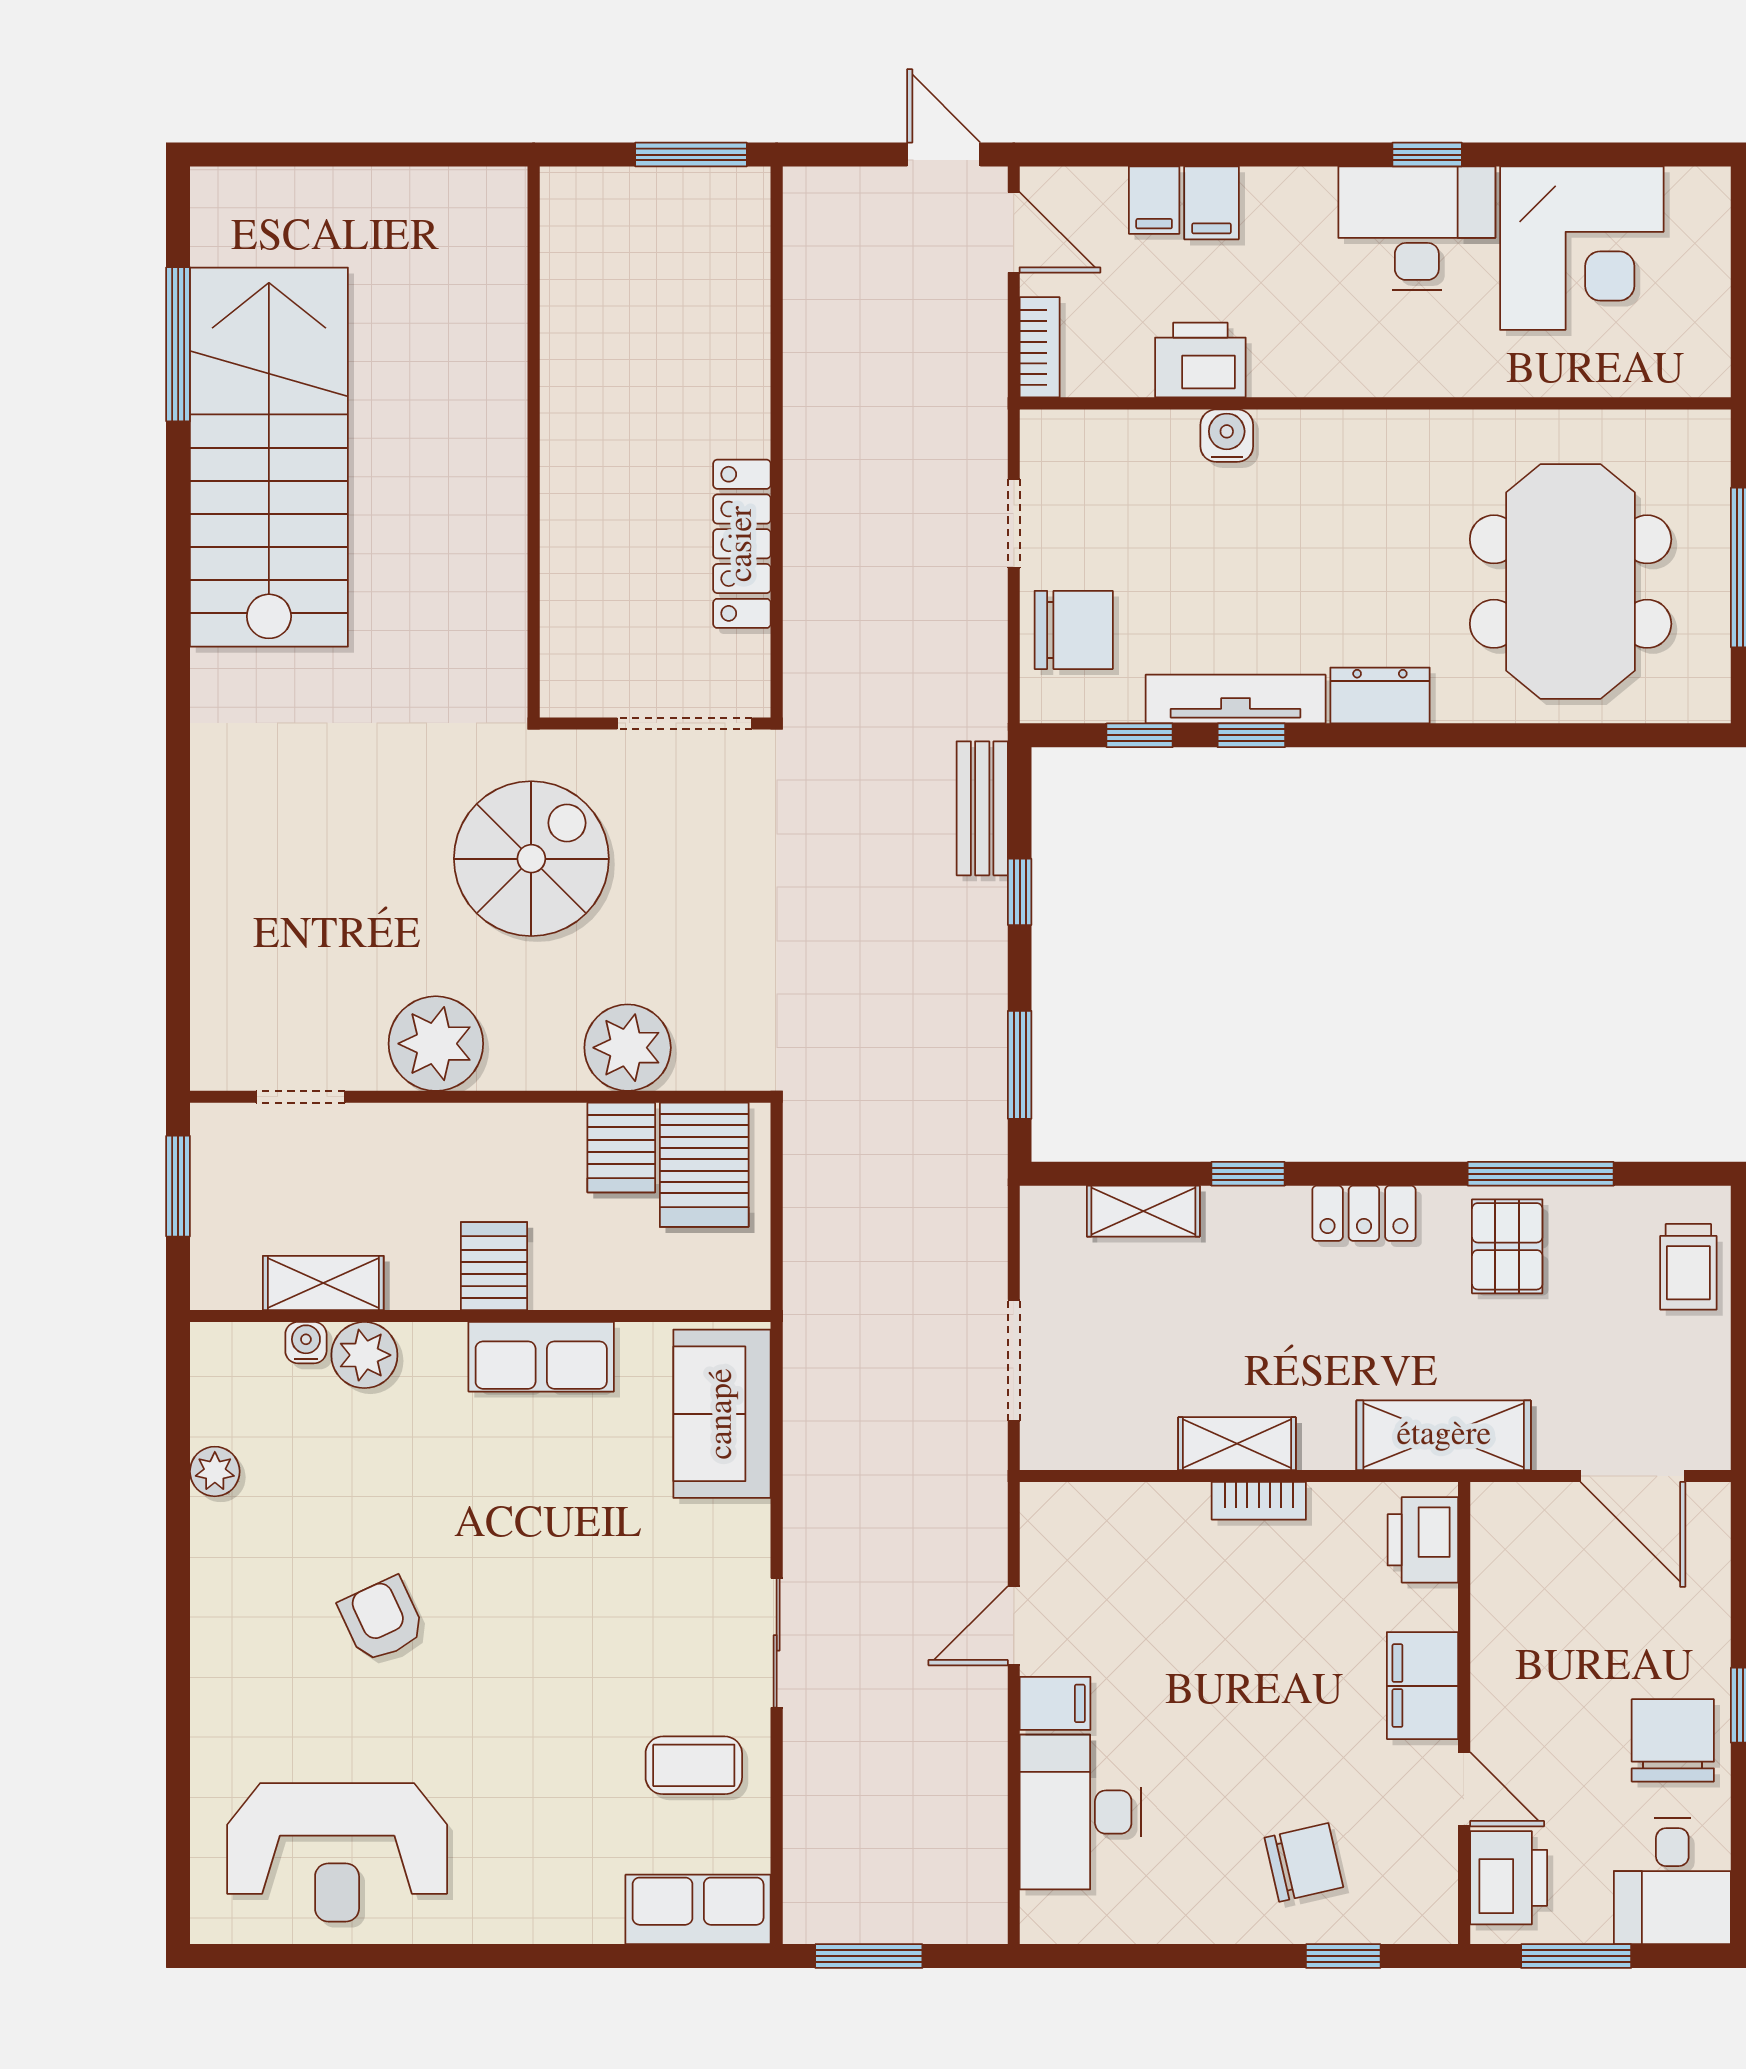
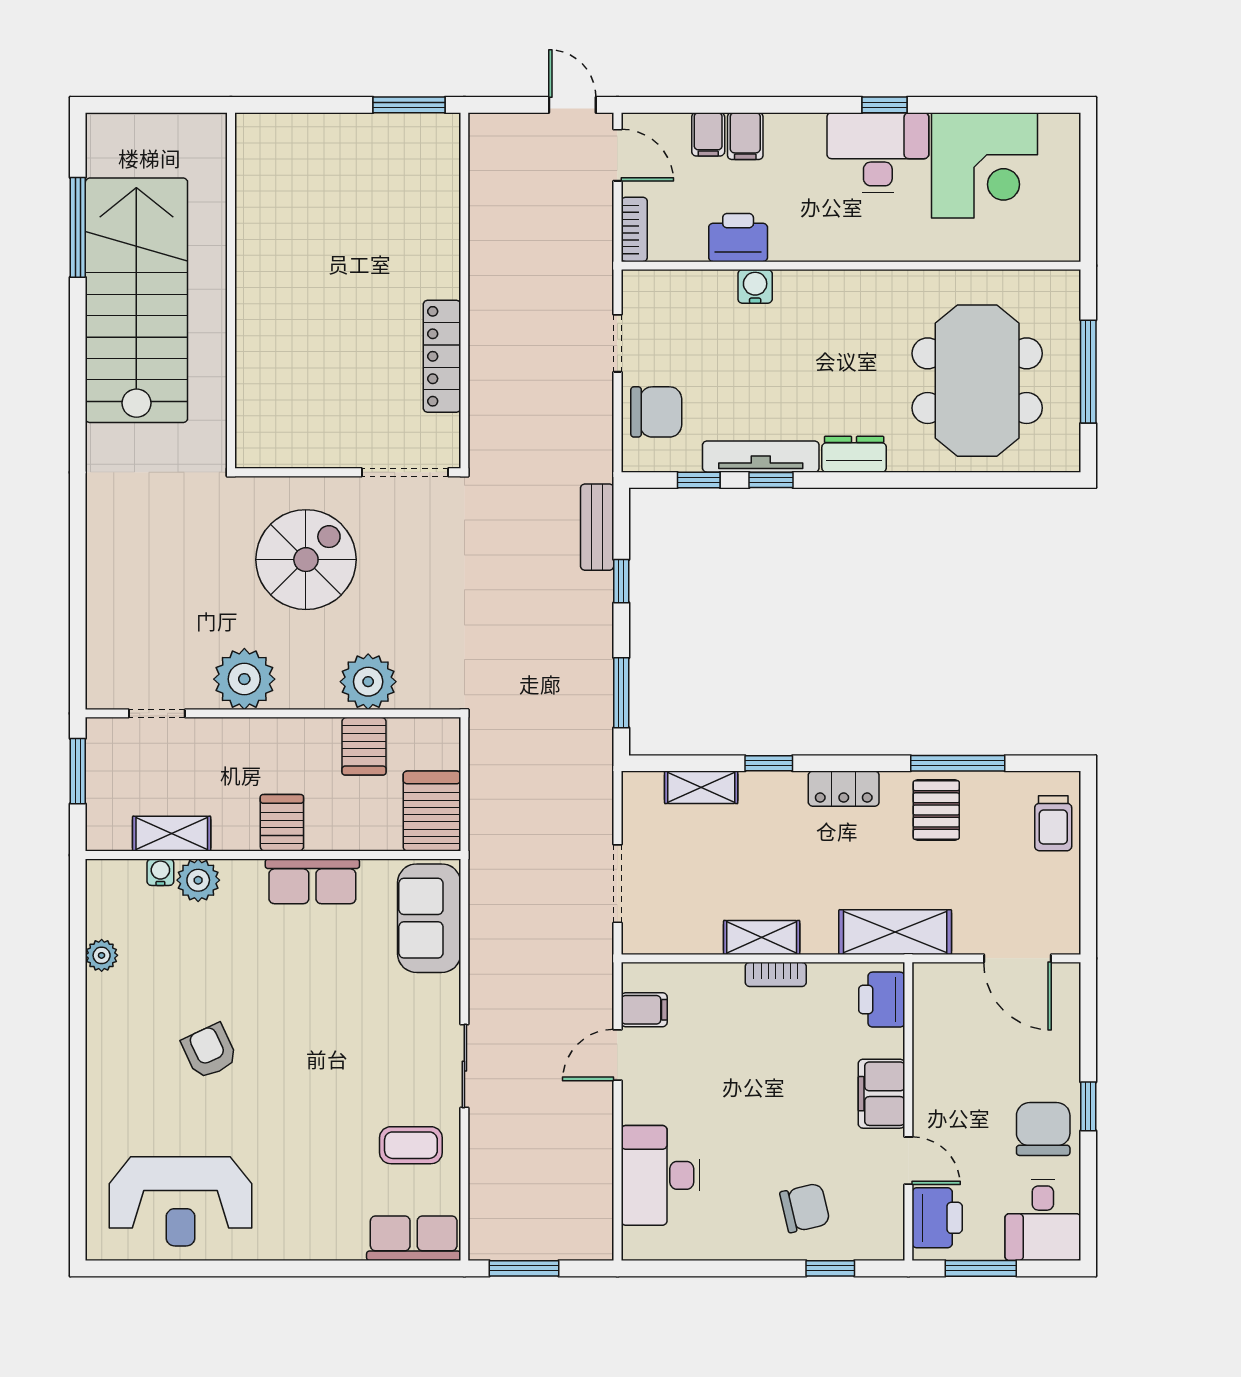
wall: (534, 442) -> (231, 290), moved
server rack: (704, 1165) -> (432, 811), moved, turned 180
filing cabinet: (1055, 1703) -> (644, 1010), moved

